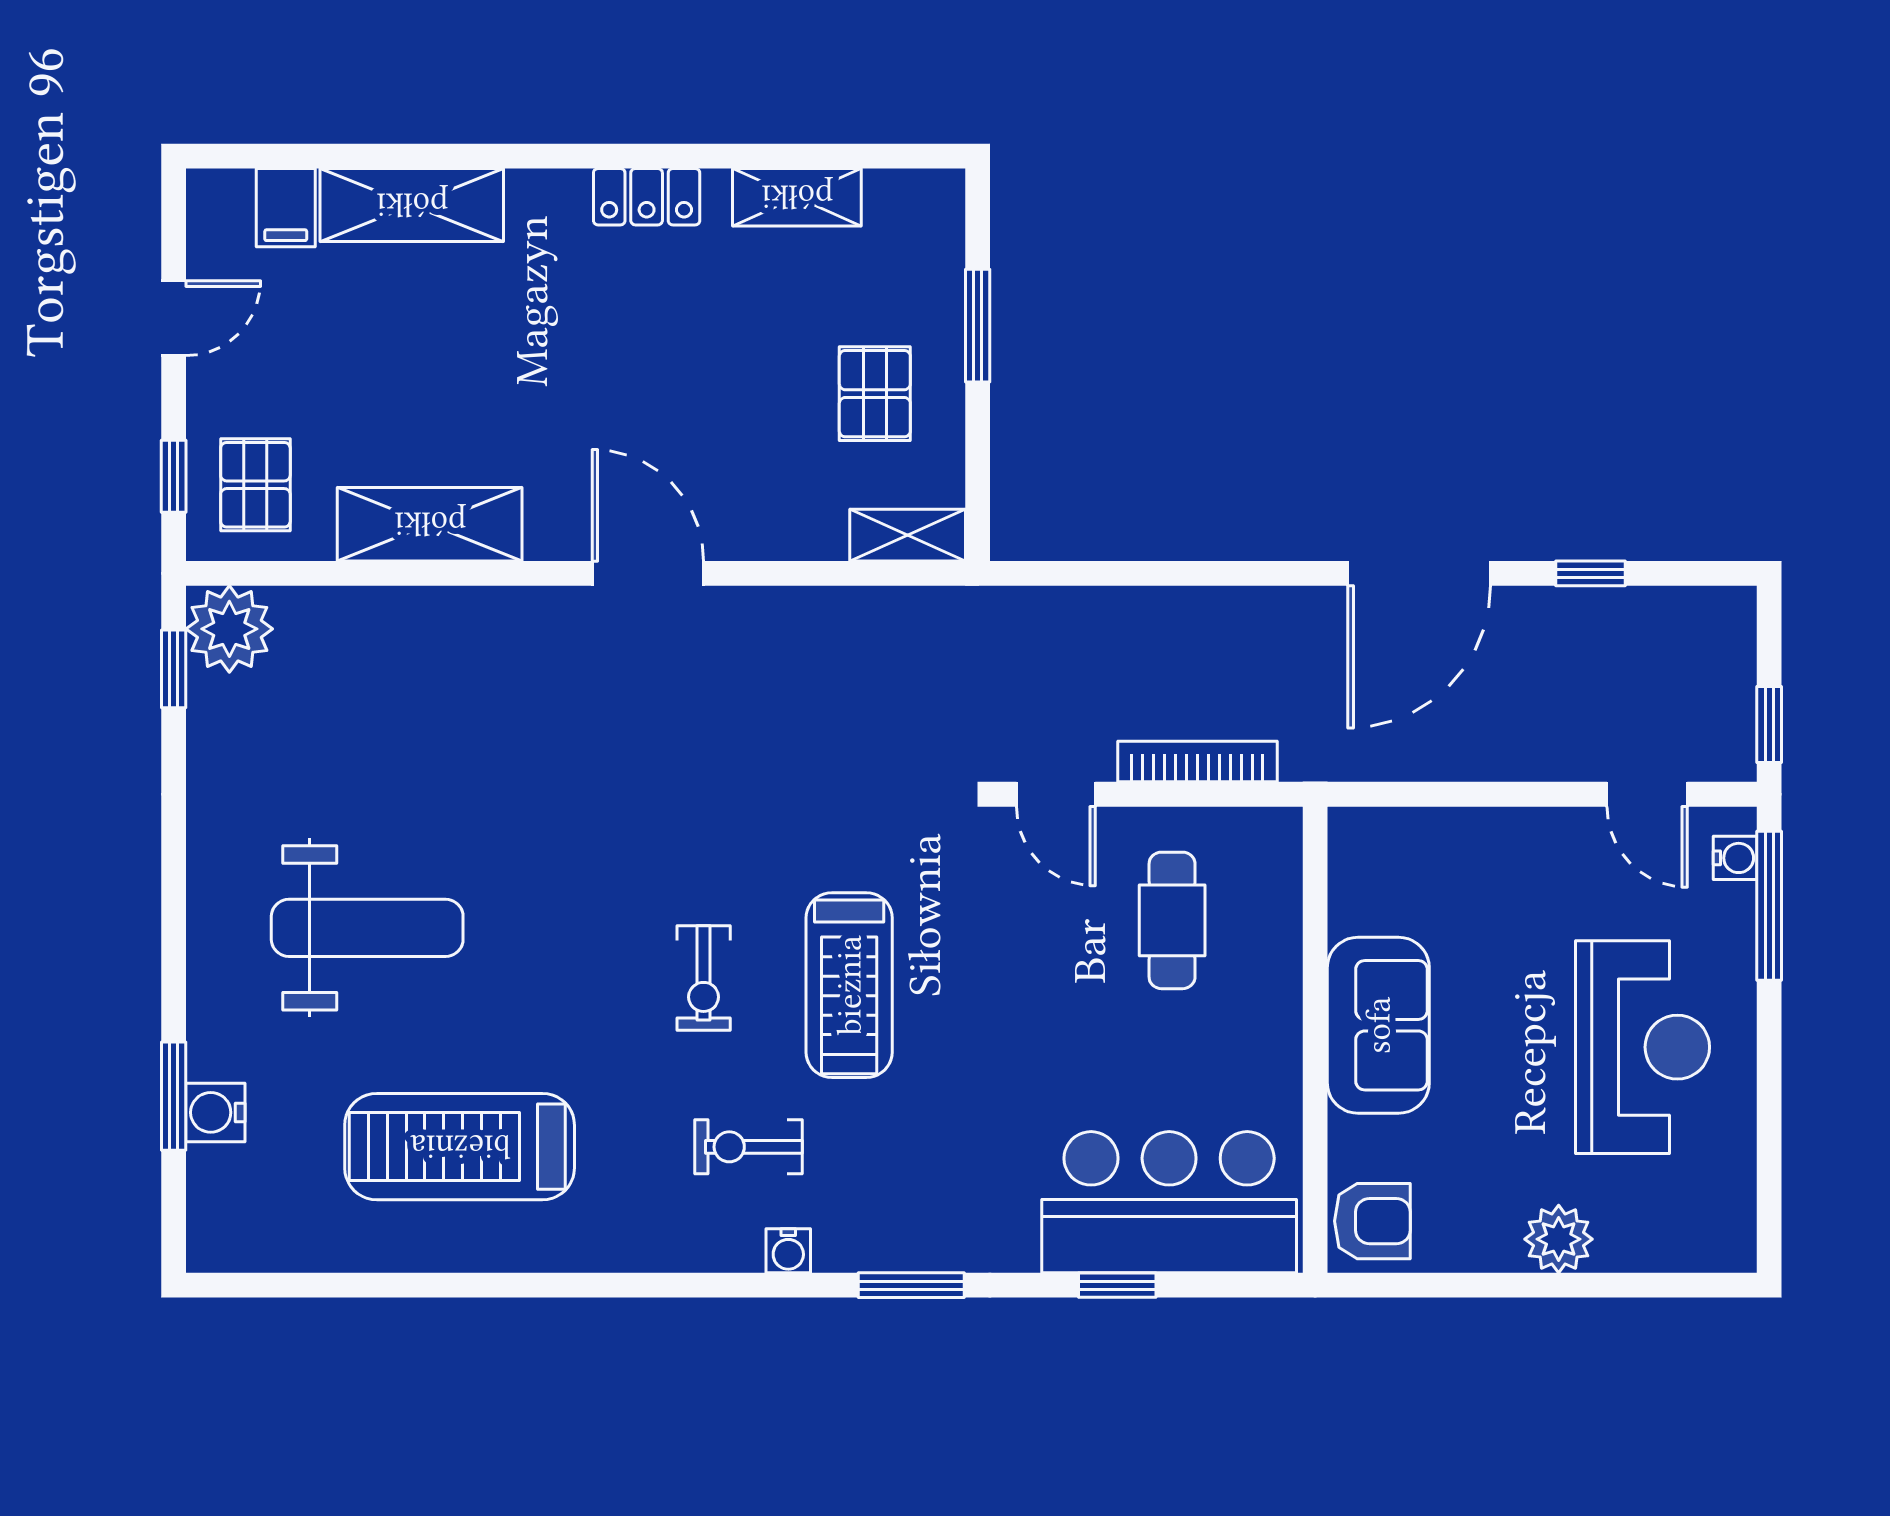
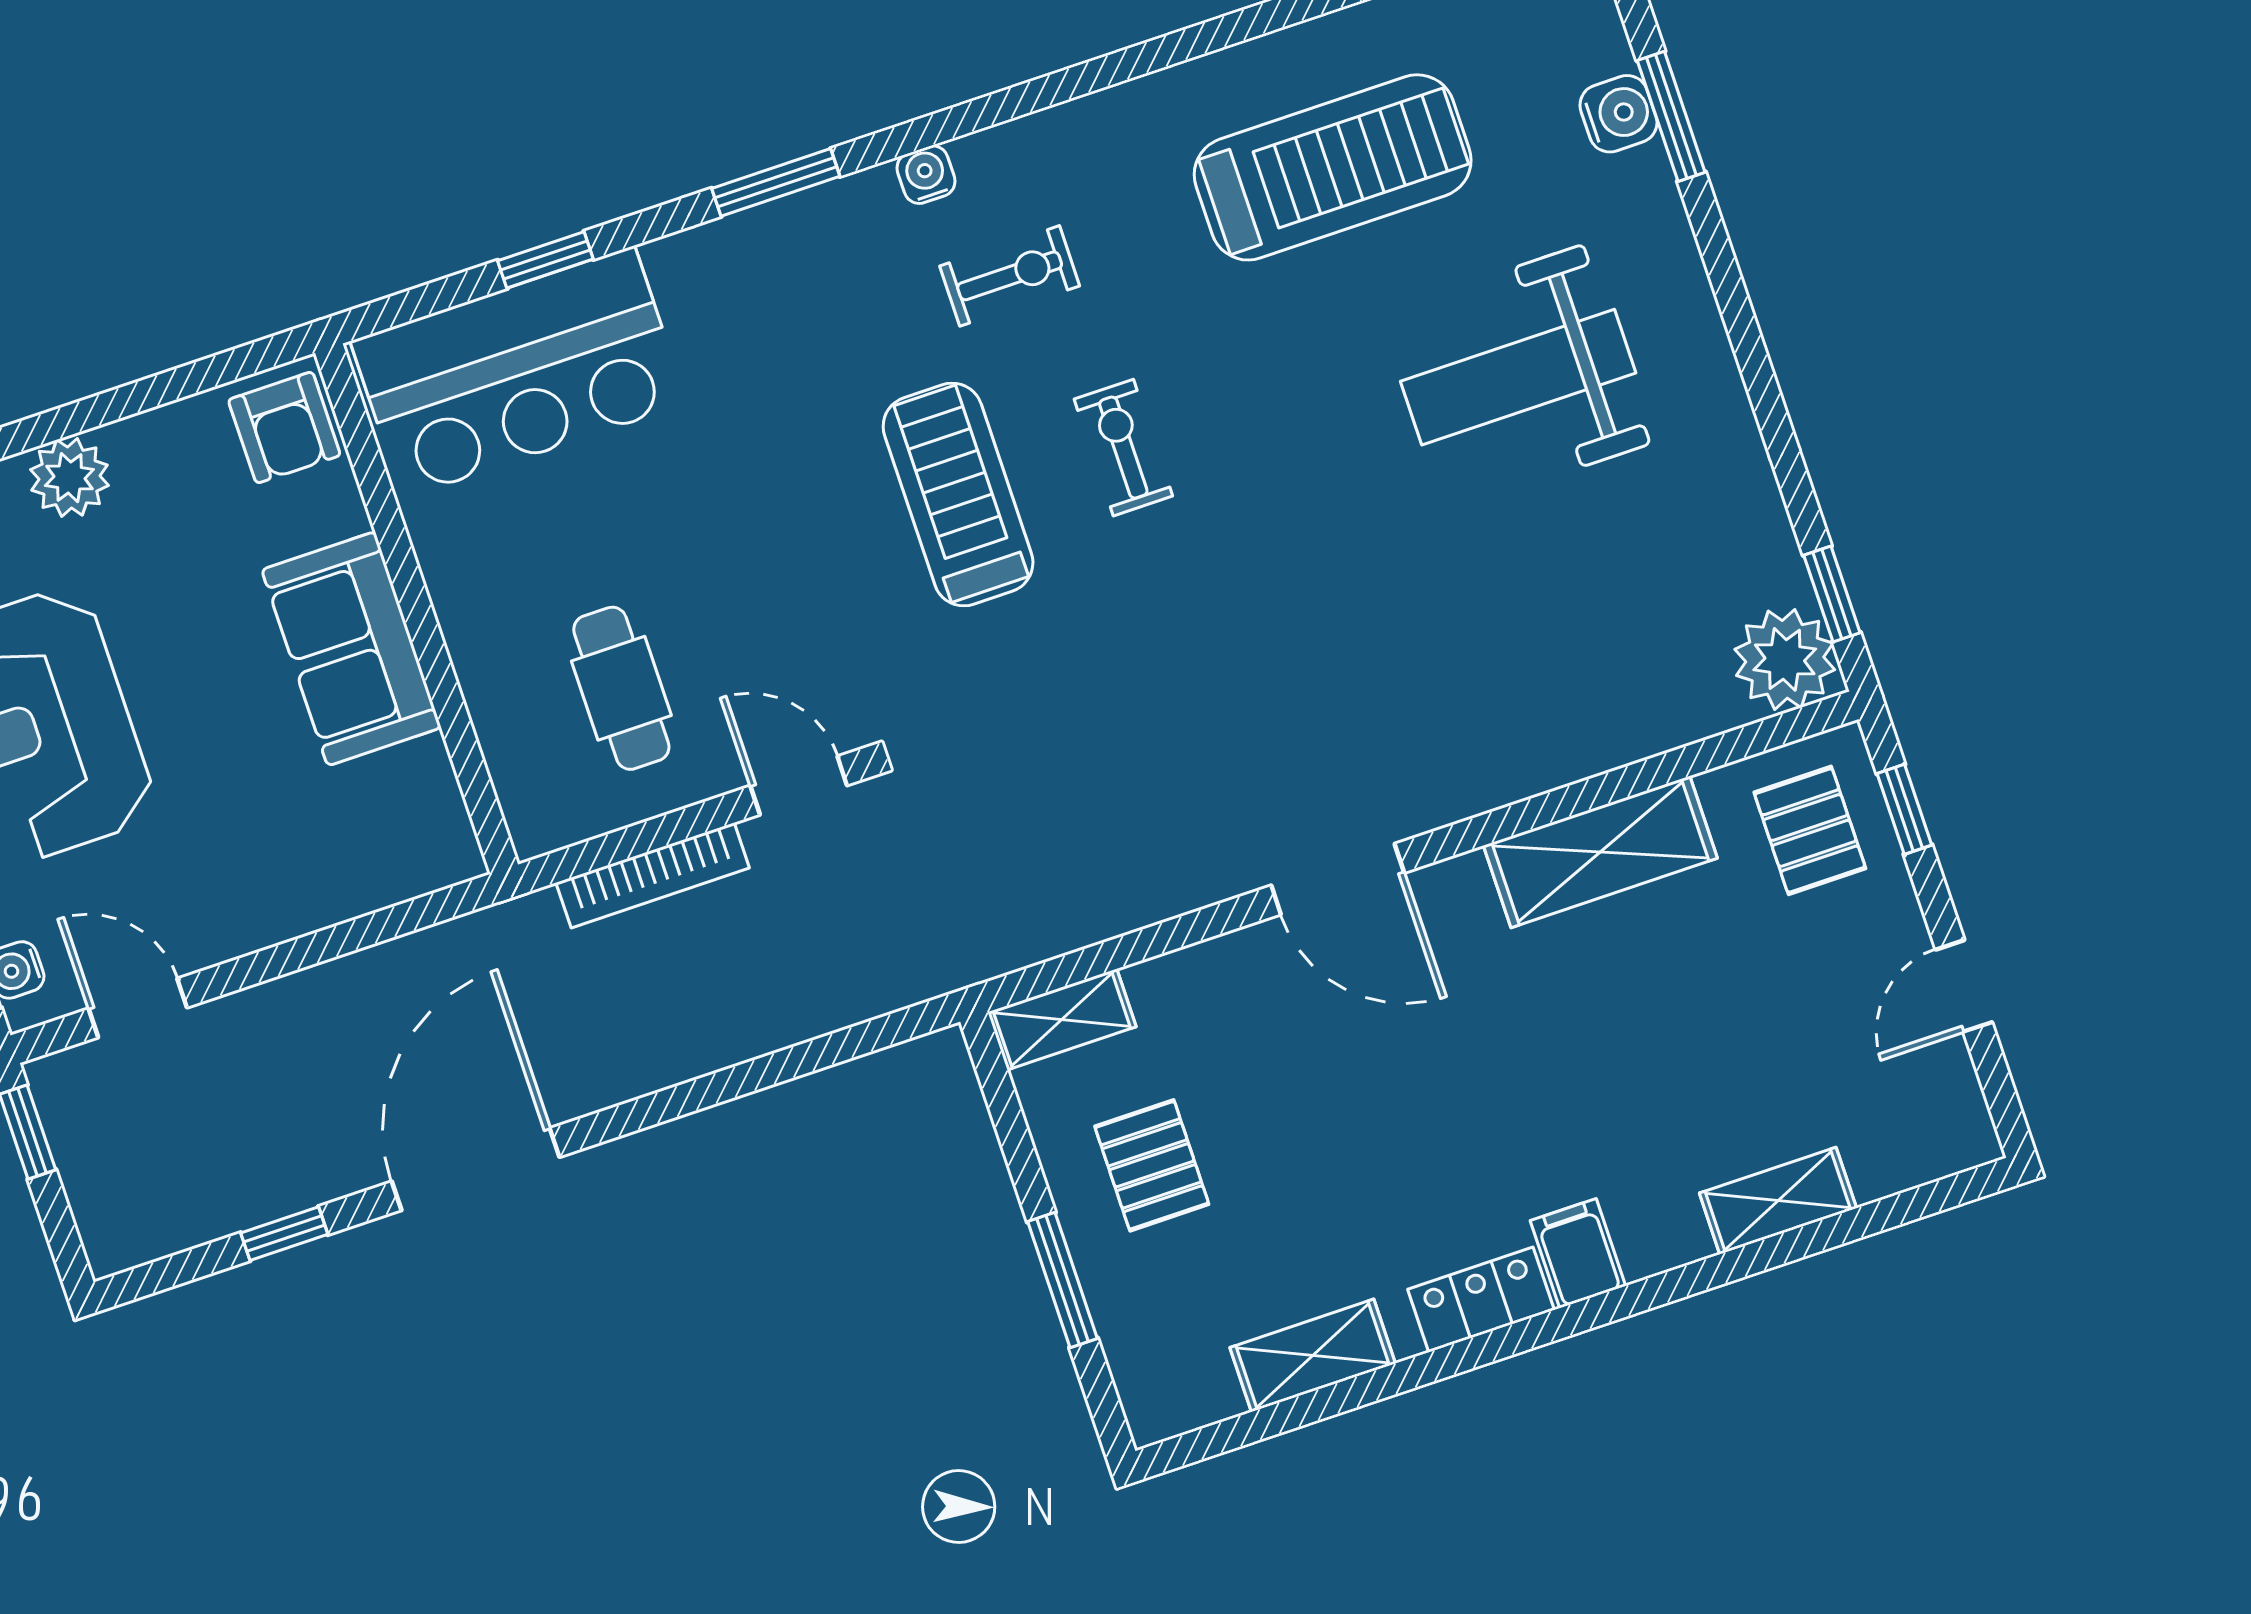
shelving: (412, 205) -> (1778, 1201), width x0.67, depth x0.75
filing cabinet: (286, 208) -> (1578, 1253), moved
armchair: (1372, 1221) -> (284, 427), turned -90

